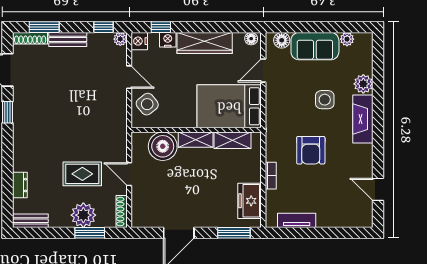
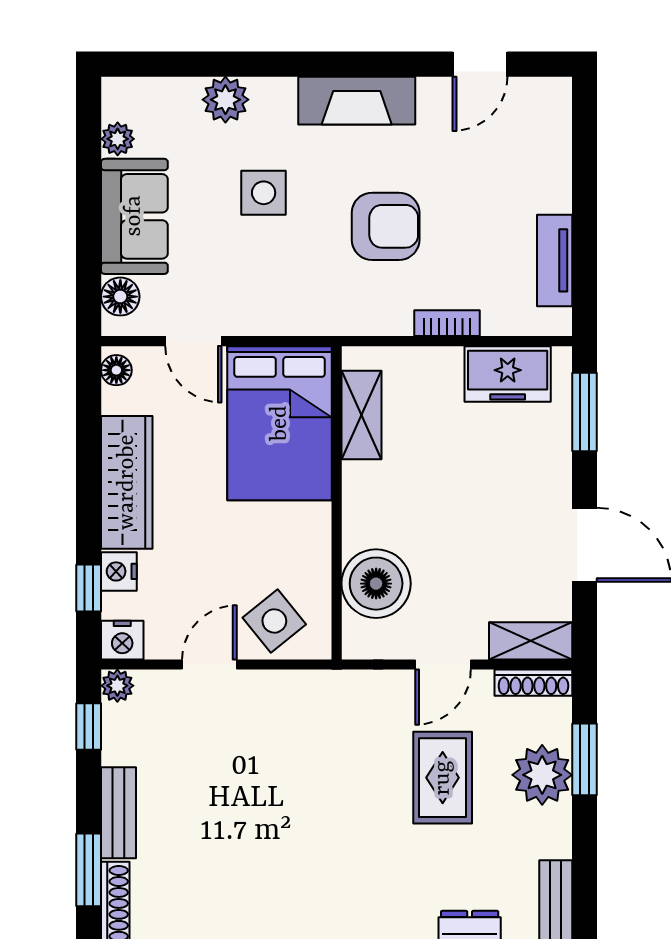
fireplace: (363, 119) -> (357, 101), moved
shelving: (196, 140) -> (531, 641), moved, turned 90

